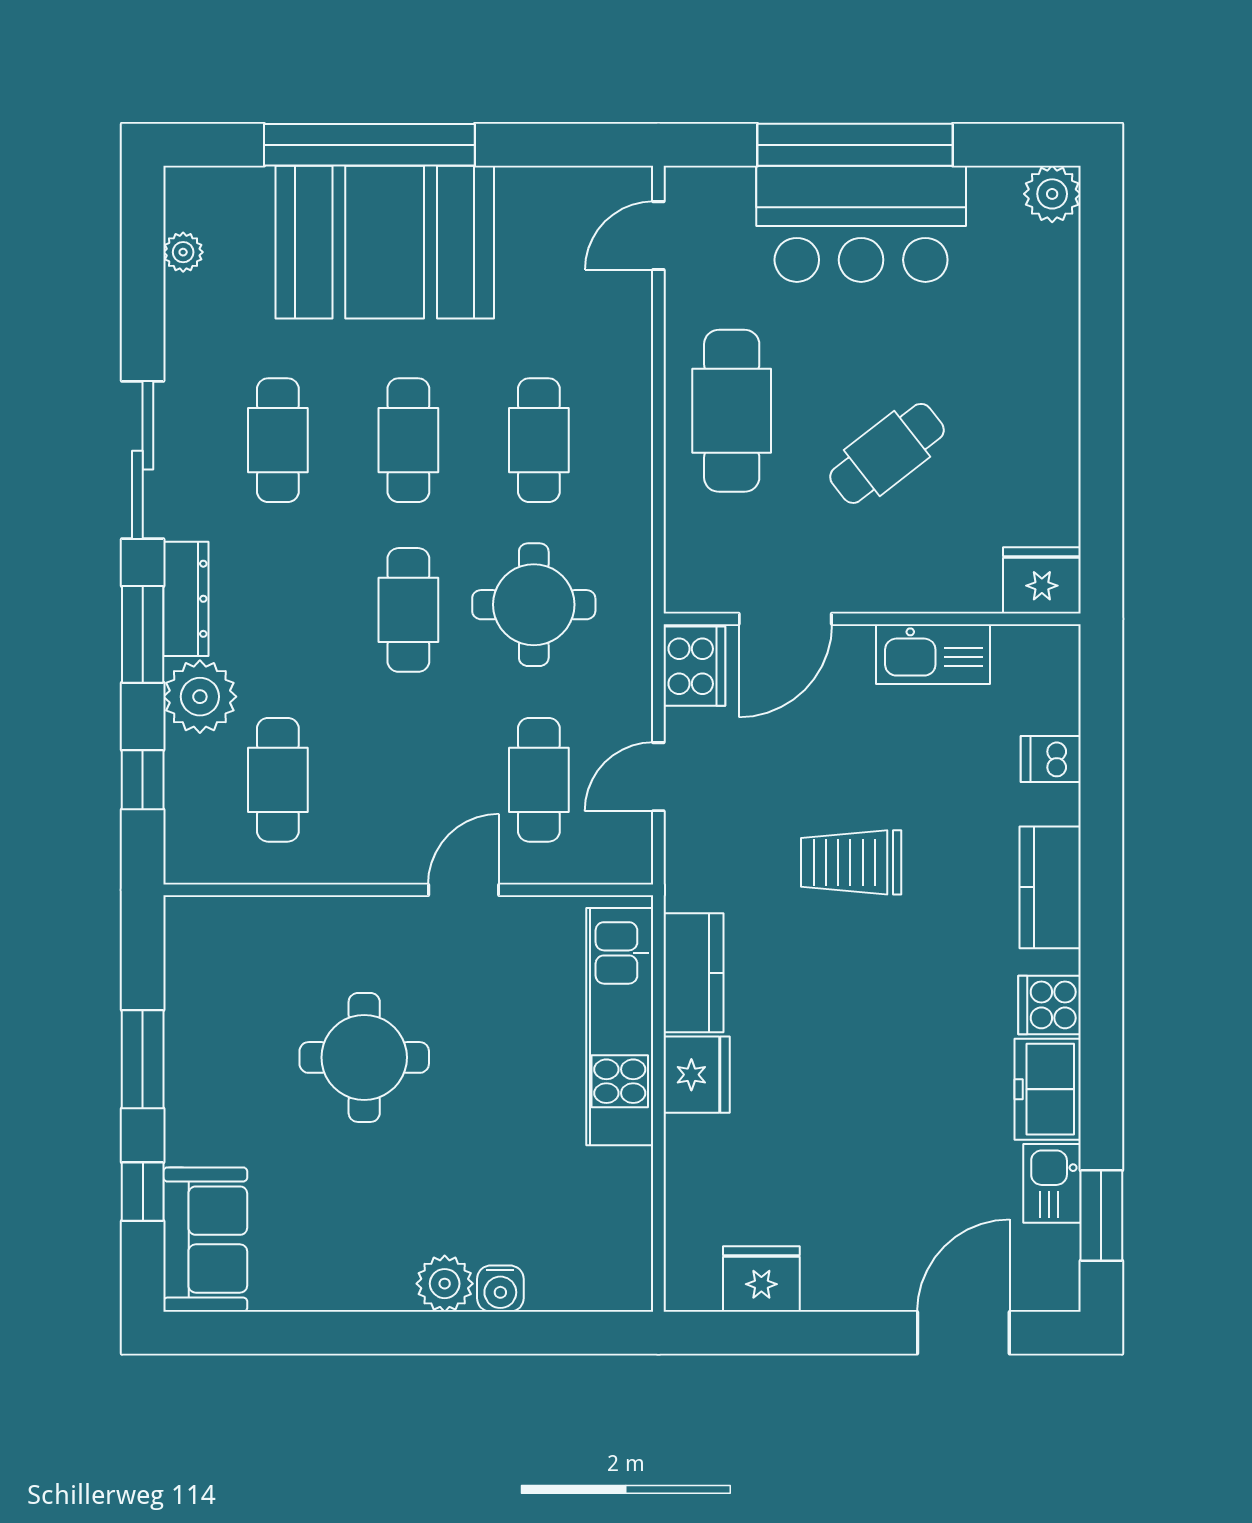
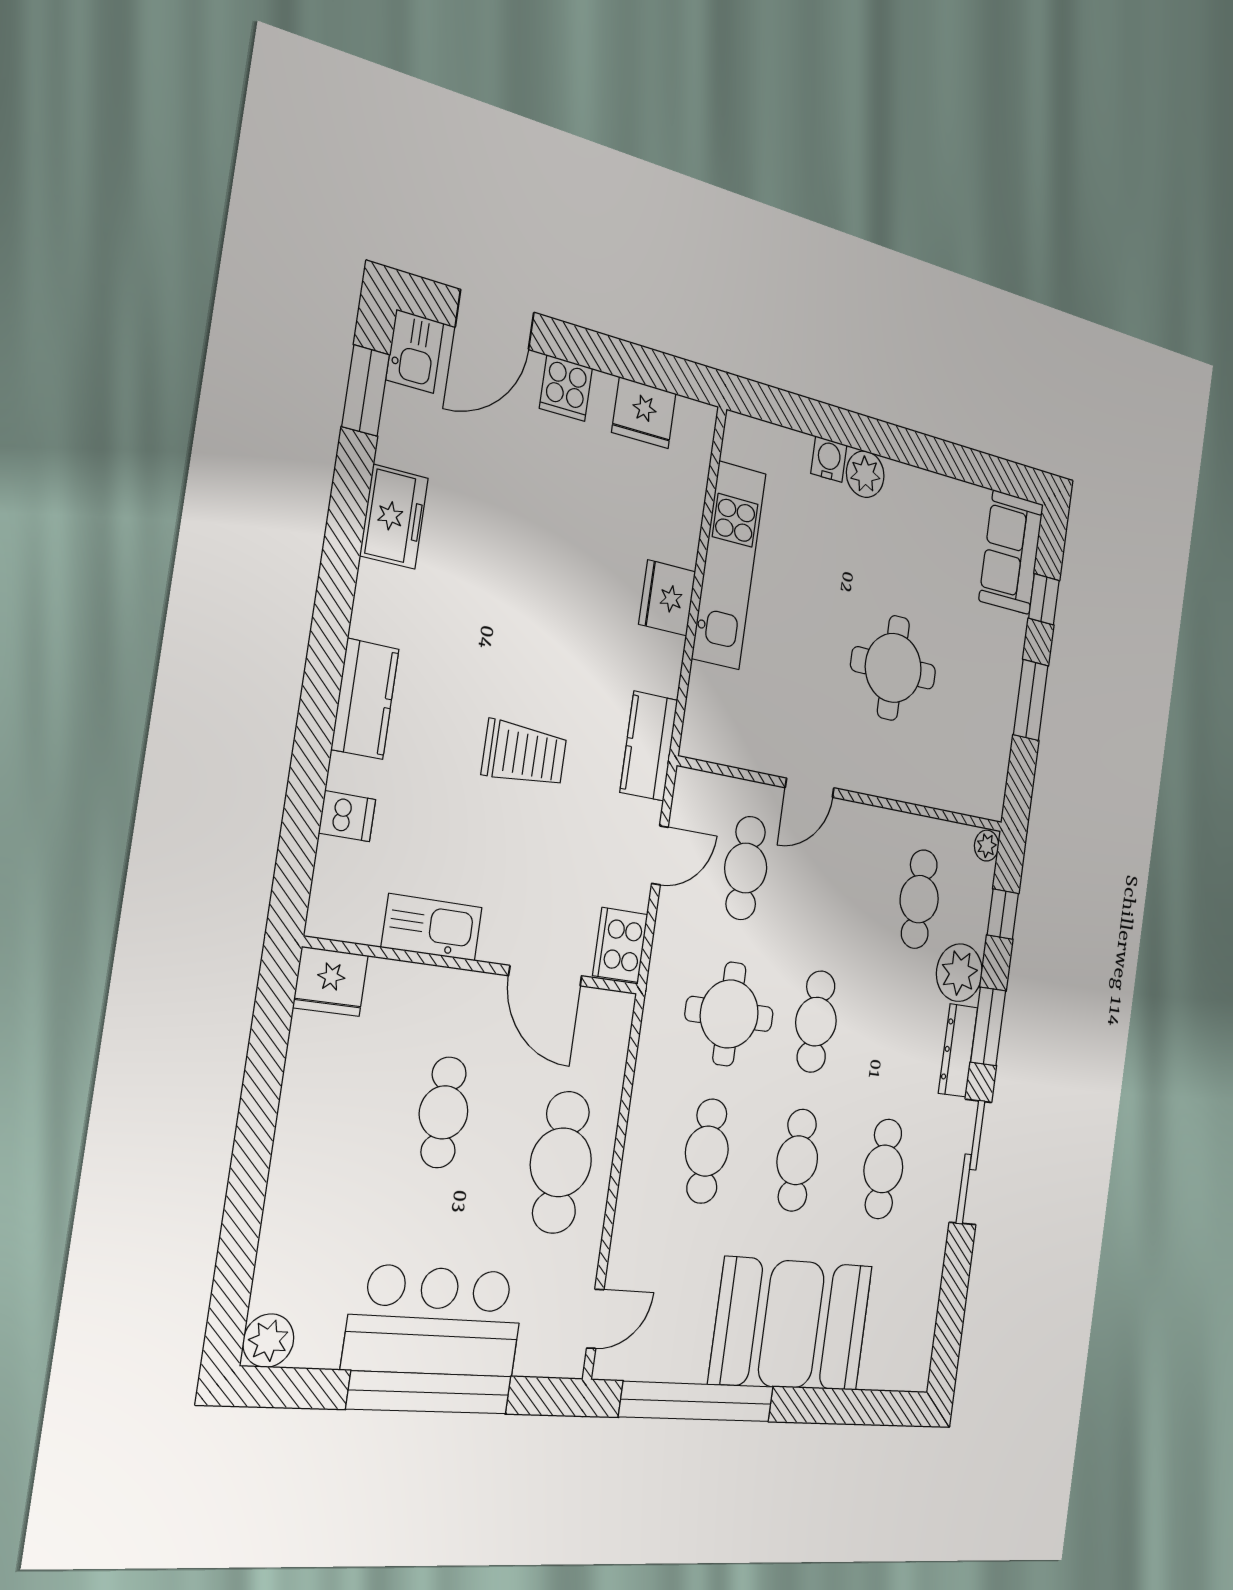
window: (369, 145) -> (697, 1402), moved
plant: (183, 252) -> (987, 846), moved
cafe table: (887, 453) -> (444, 1112), turned -52
door: (785, 619) -> (545, 976), swing flipped
kitchen counter: (693, 973) -> (649, 746), moved
cooker: (1049, 1005) -> (566, 388), moved, turned 90
kitchen unit: (620, 1027) -> (729, 566), moved
kitchen sink: (1052, 1183) -> (415, 351), moved

